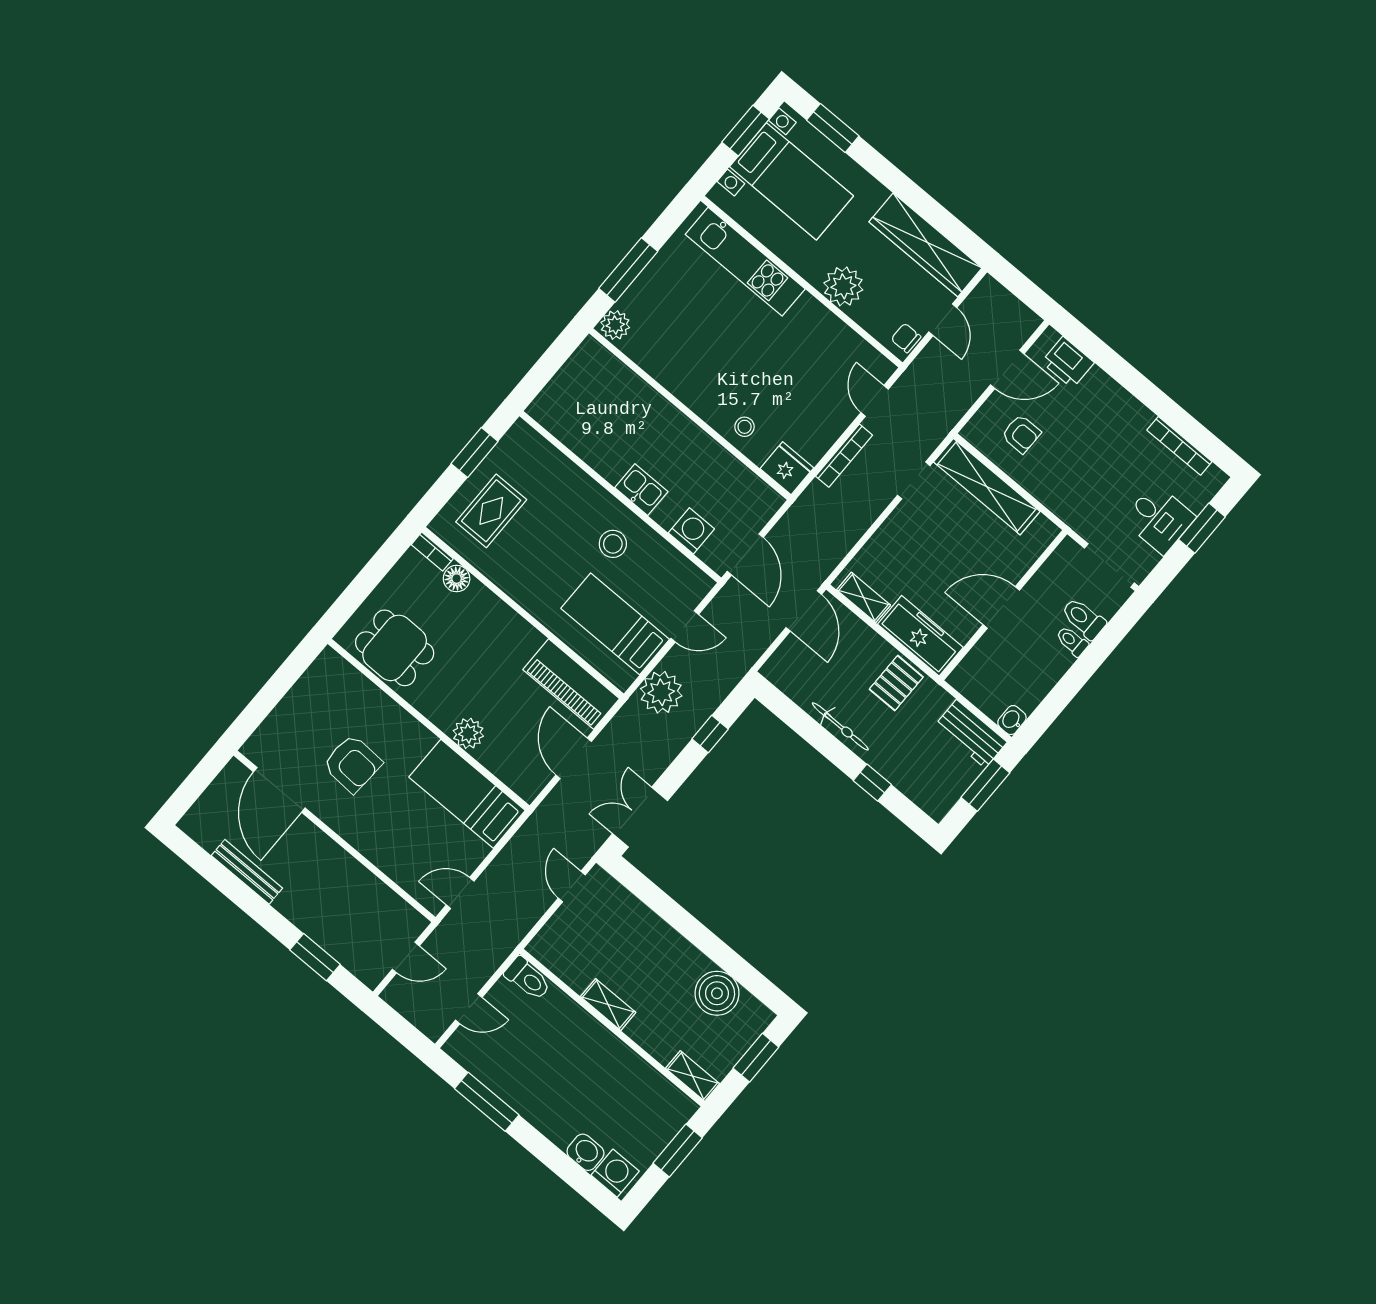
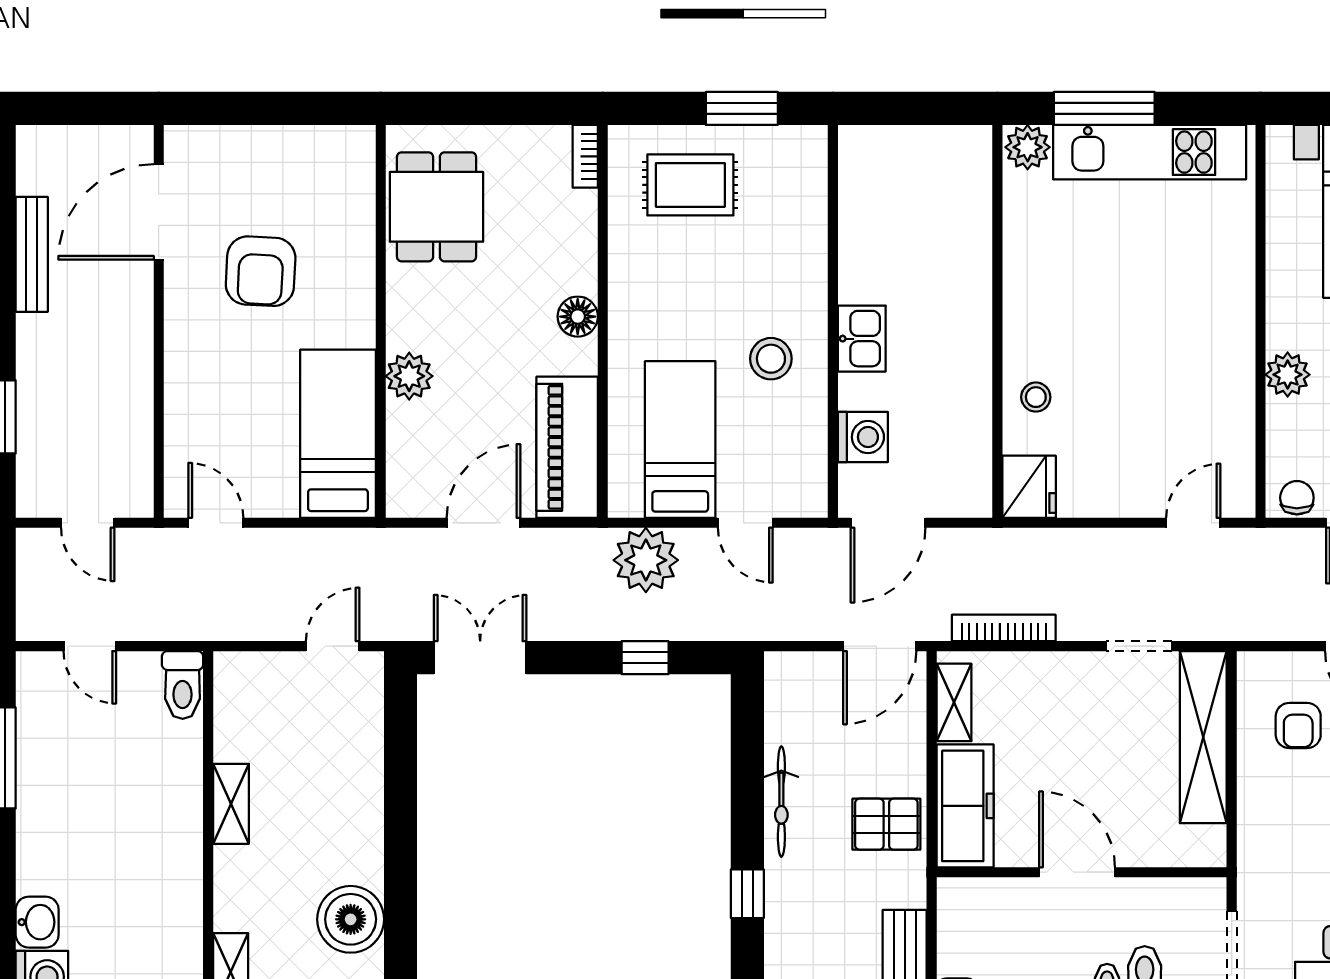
kitchen unit: (745, 262) -> (1150, 152), moved, turned -90
plant: (843, 286) -> (1288, 375), width x0.73, depth x0.73
bookcase: (844, 456) -> (1004, 628), moved, turned 180
floor lamp: (457, 579) -> (578, 317), moved

